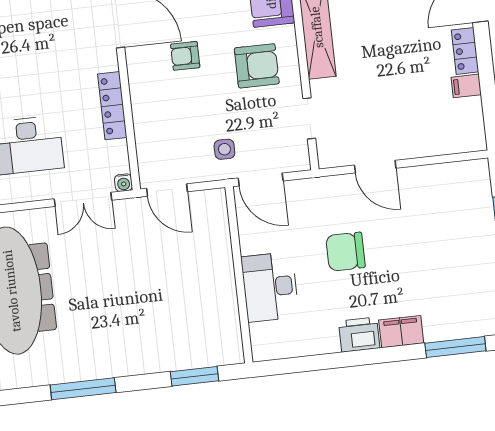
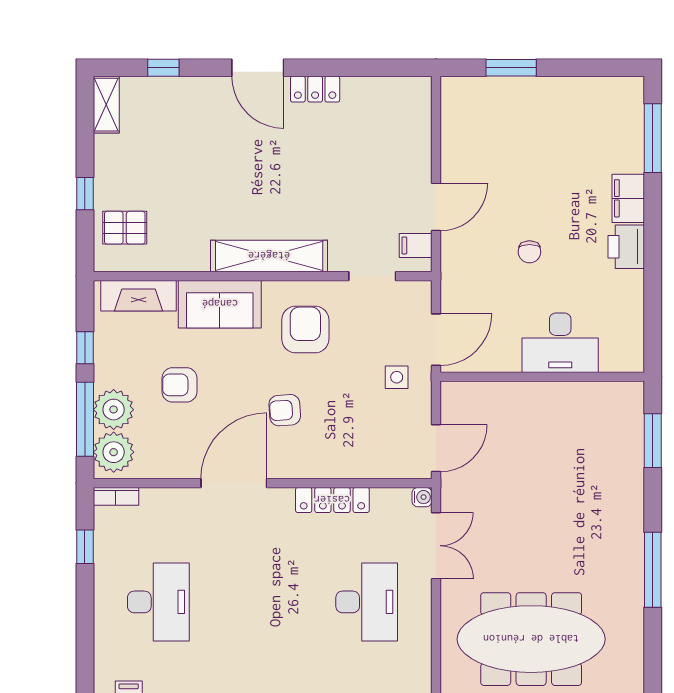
armchair: (185, 56) -> (285, 410), turned 86
filing cabinet: (466, 86) -> (416, 245), moved, turned 90
chair: (345, 252) -> (529, 252), width x0.54, depth x0.54

